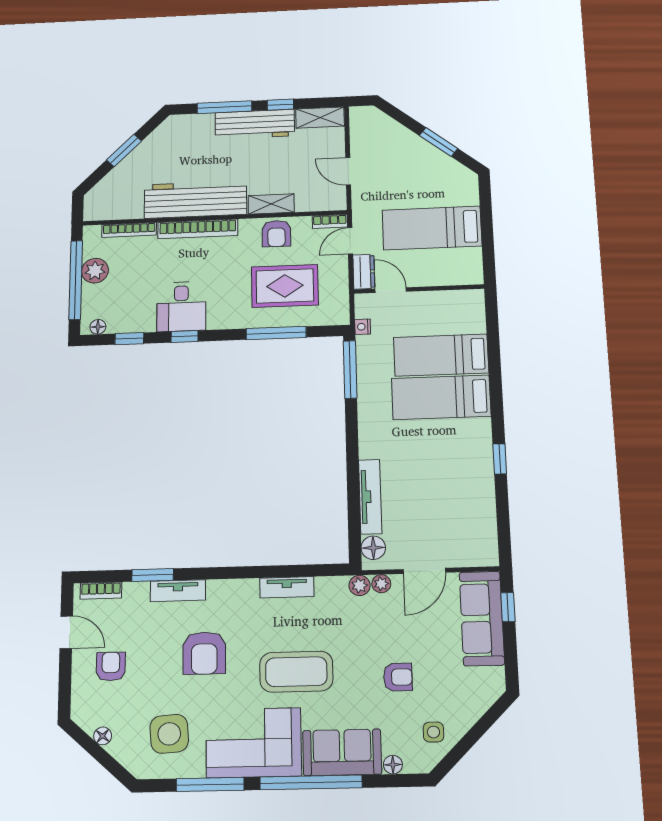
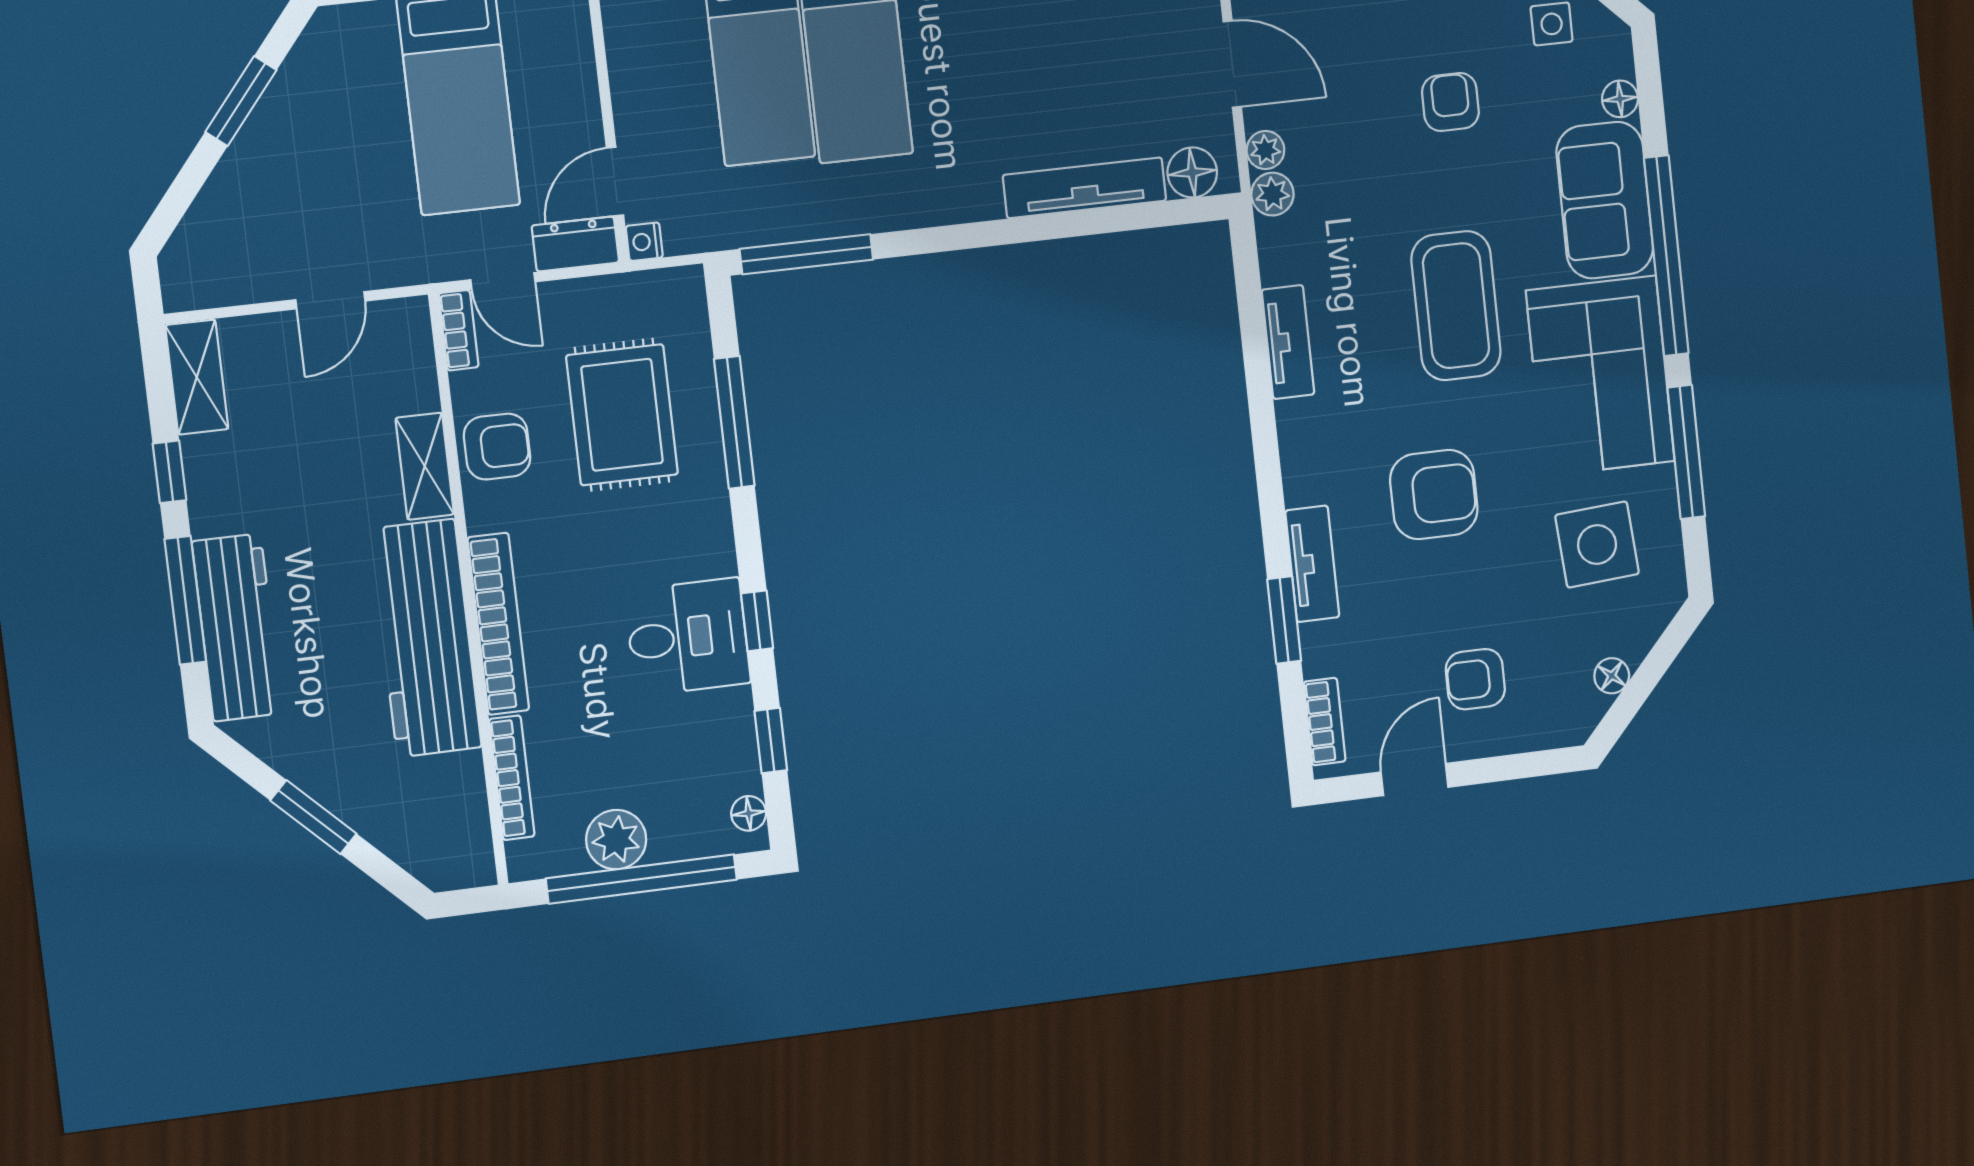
workbench: (255, 124) -> (237, 627), moved
nightstand: (363, 327) -> (644, 242), moved, turned 90

